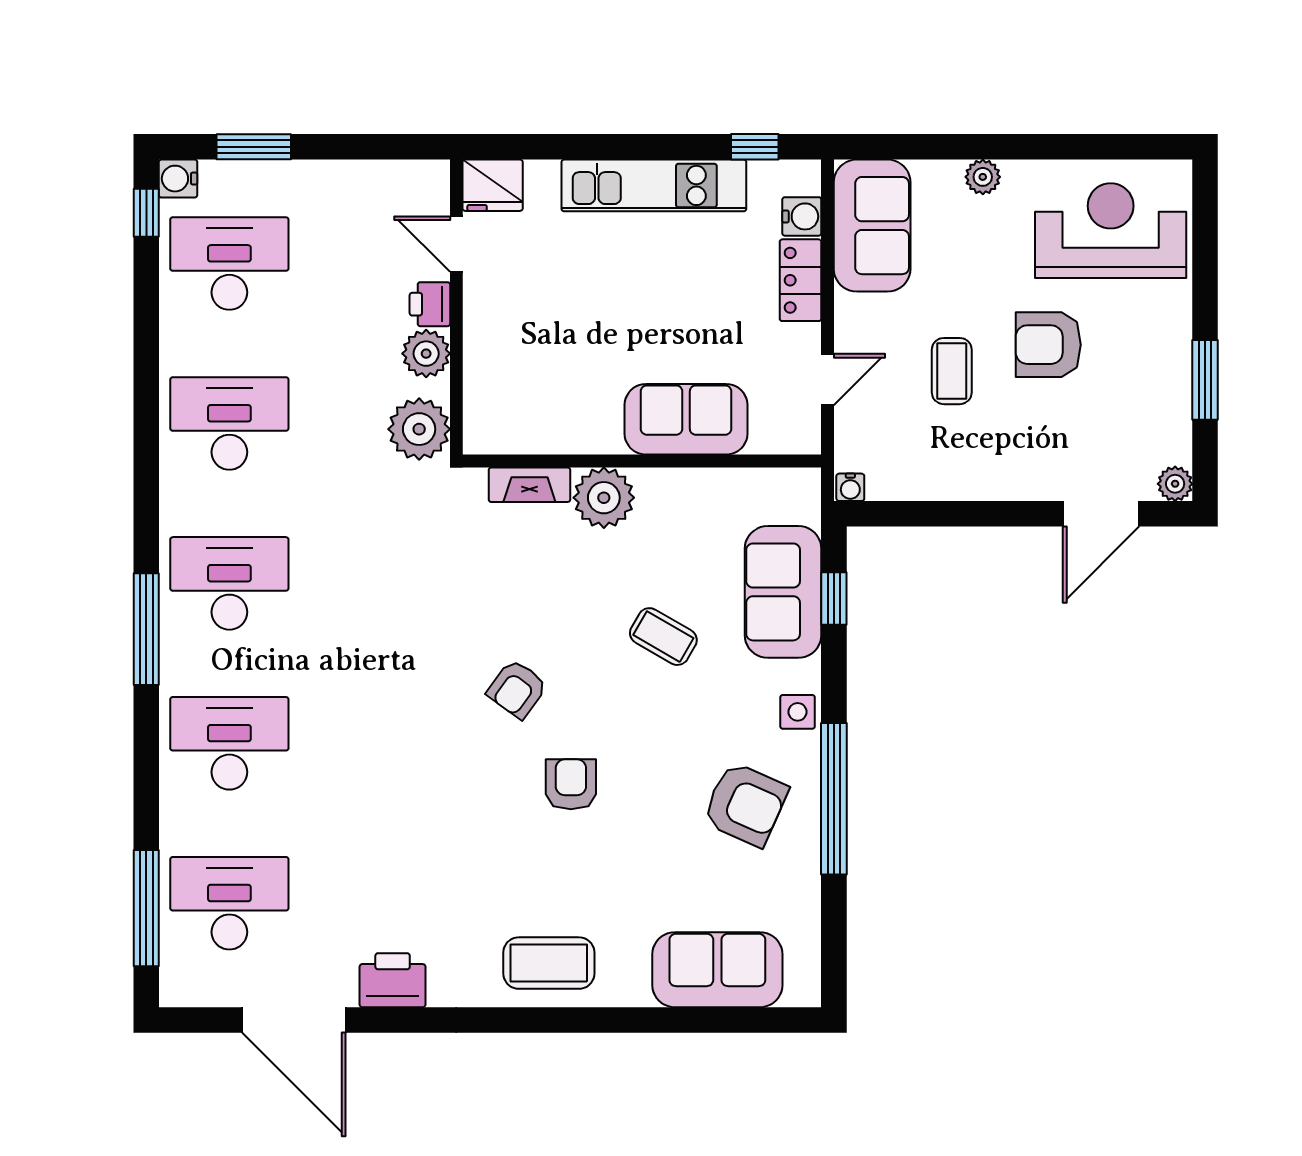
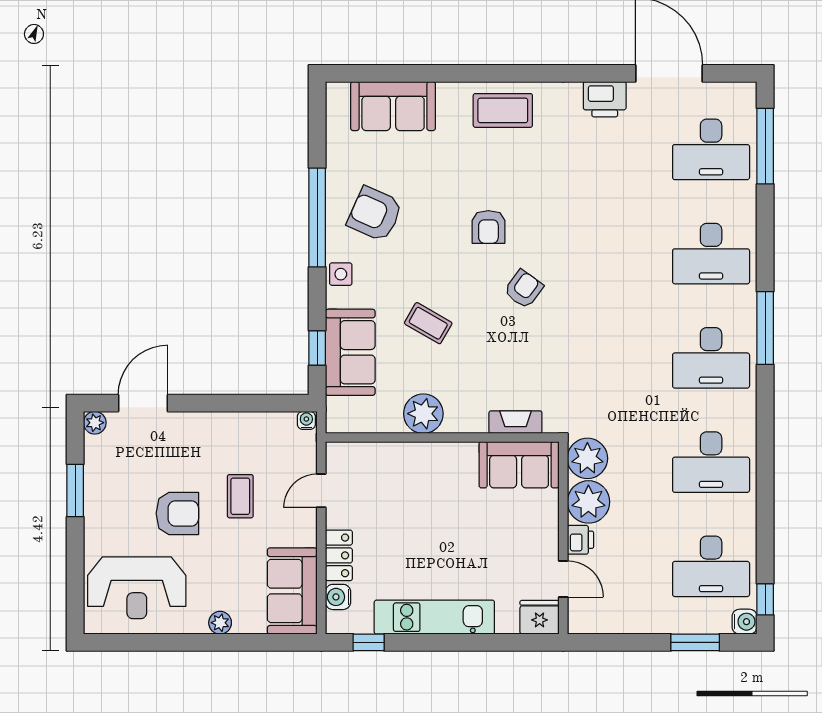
plant: (426, 354) -> (588, 502), width x1.36, depth x1.36
sofa: (686, 419) -> (519, 465), moved
plant: (604, 498) -> (423, 414), moved

